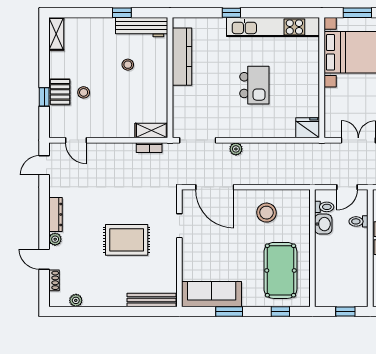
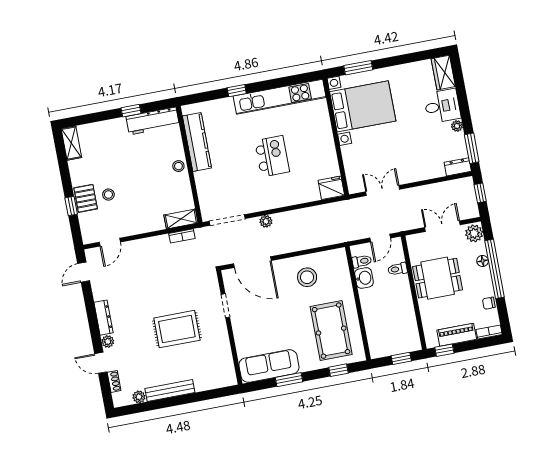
stool: (128, 65) -> (178, 166), moved
door: (76, 140) -> (110, 242), hinge flipped
bench: (151, 300) -> (170, 391), moved

